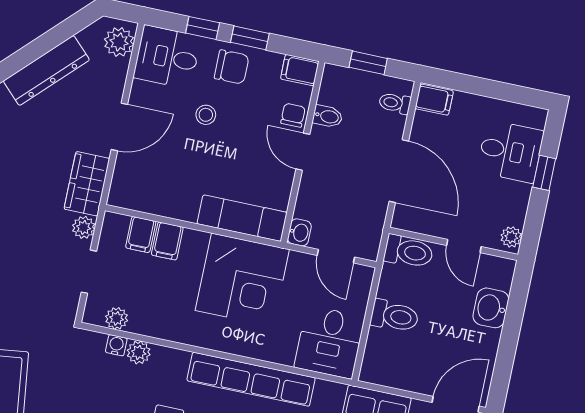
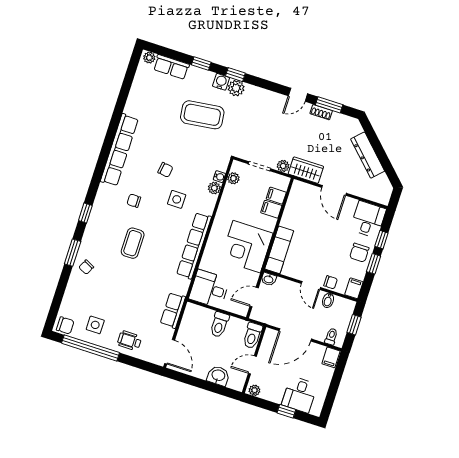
plant: (119, 42) -> (379, 195), removed
stool: (206, 115) -> (336, 236), removed
door: (303, 152) -> (311, 285), swing flipped

